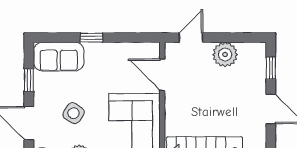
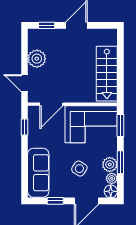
window: (91, 38) -> (25, 127), moved
sofa: (59, 57) -> (38, 173), width x1.36

